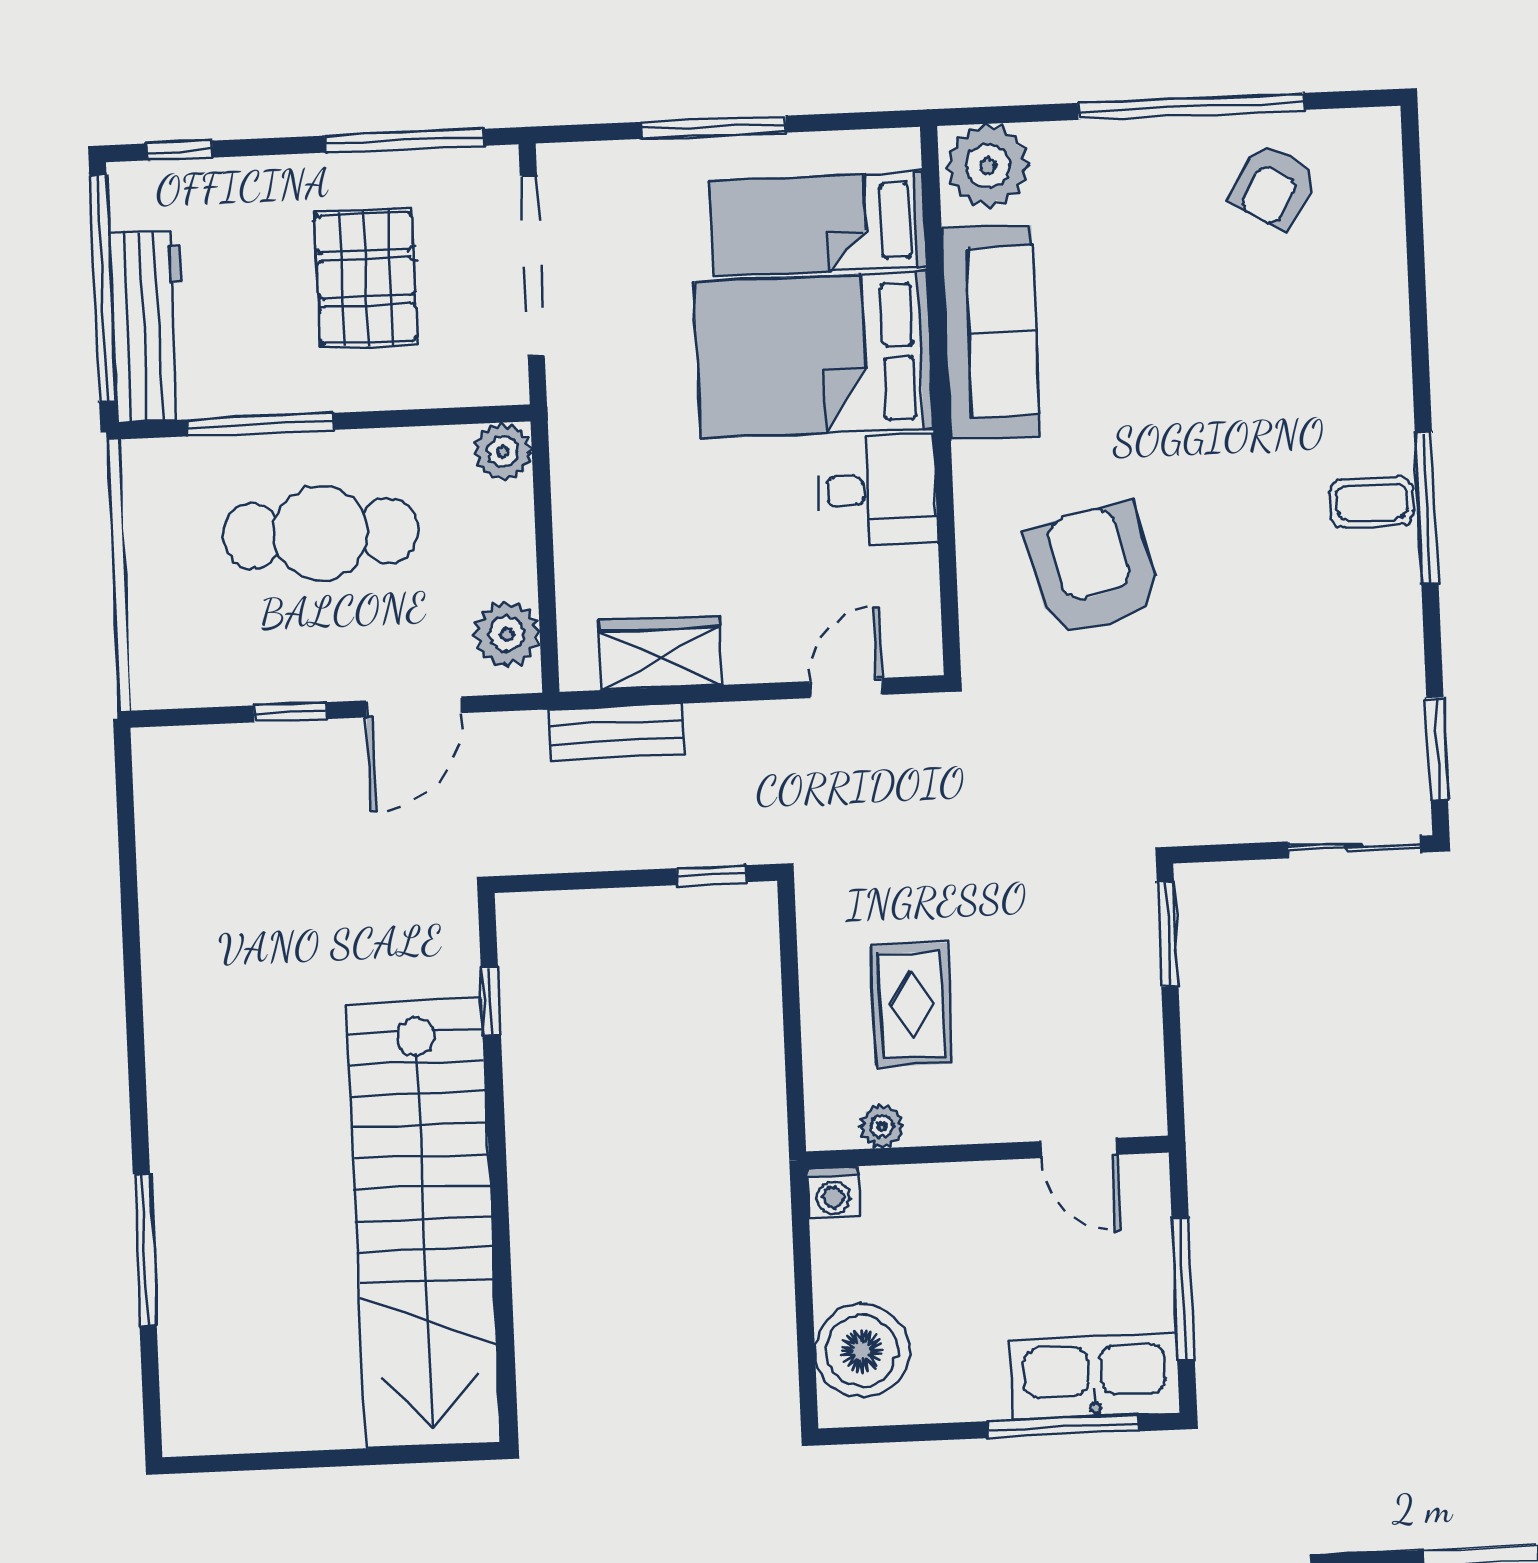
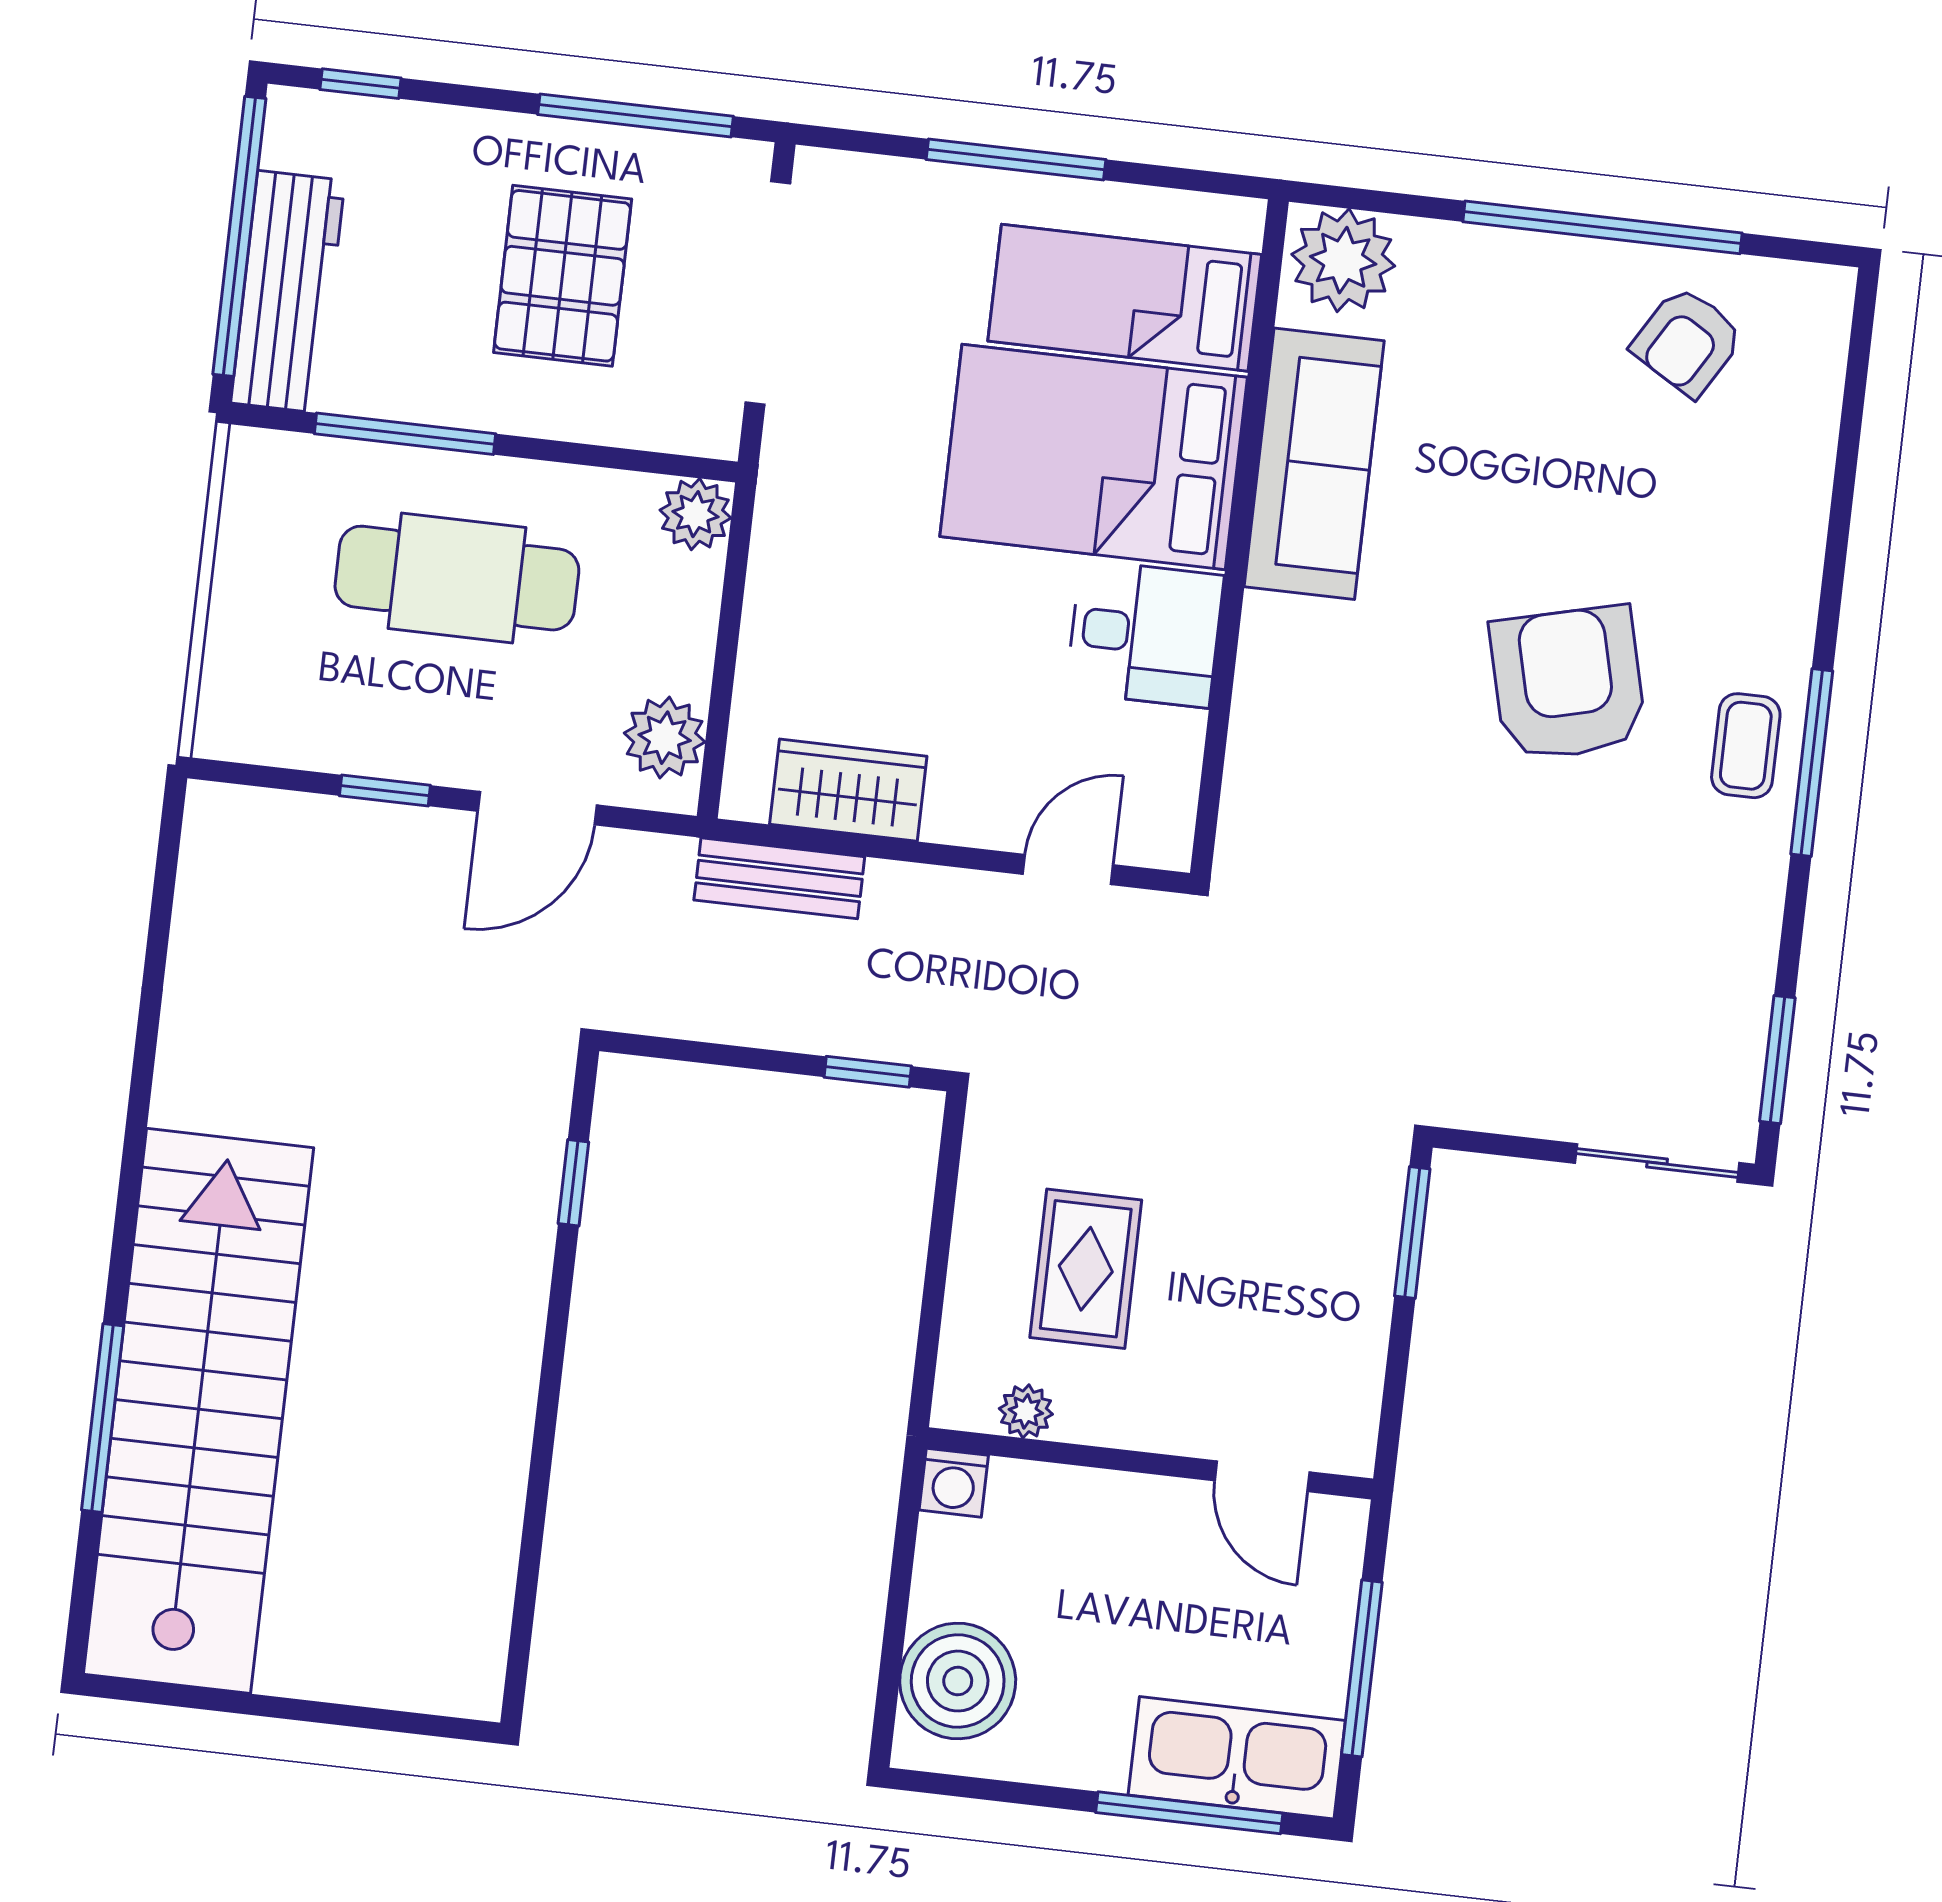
coffee table: (1372, 502) -> (1746, 746), turned 90
armchair: (1093, 570) -> (1568, 683), moved
stairs: (424, 1223) -> (199, 1411), moved, turned 180

